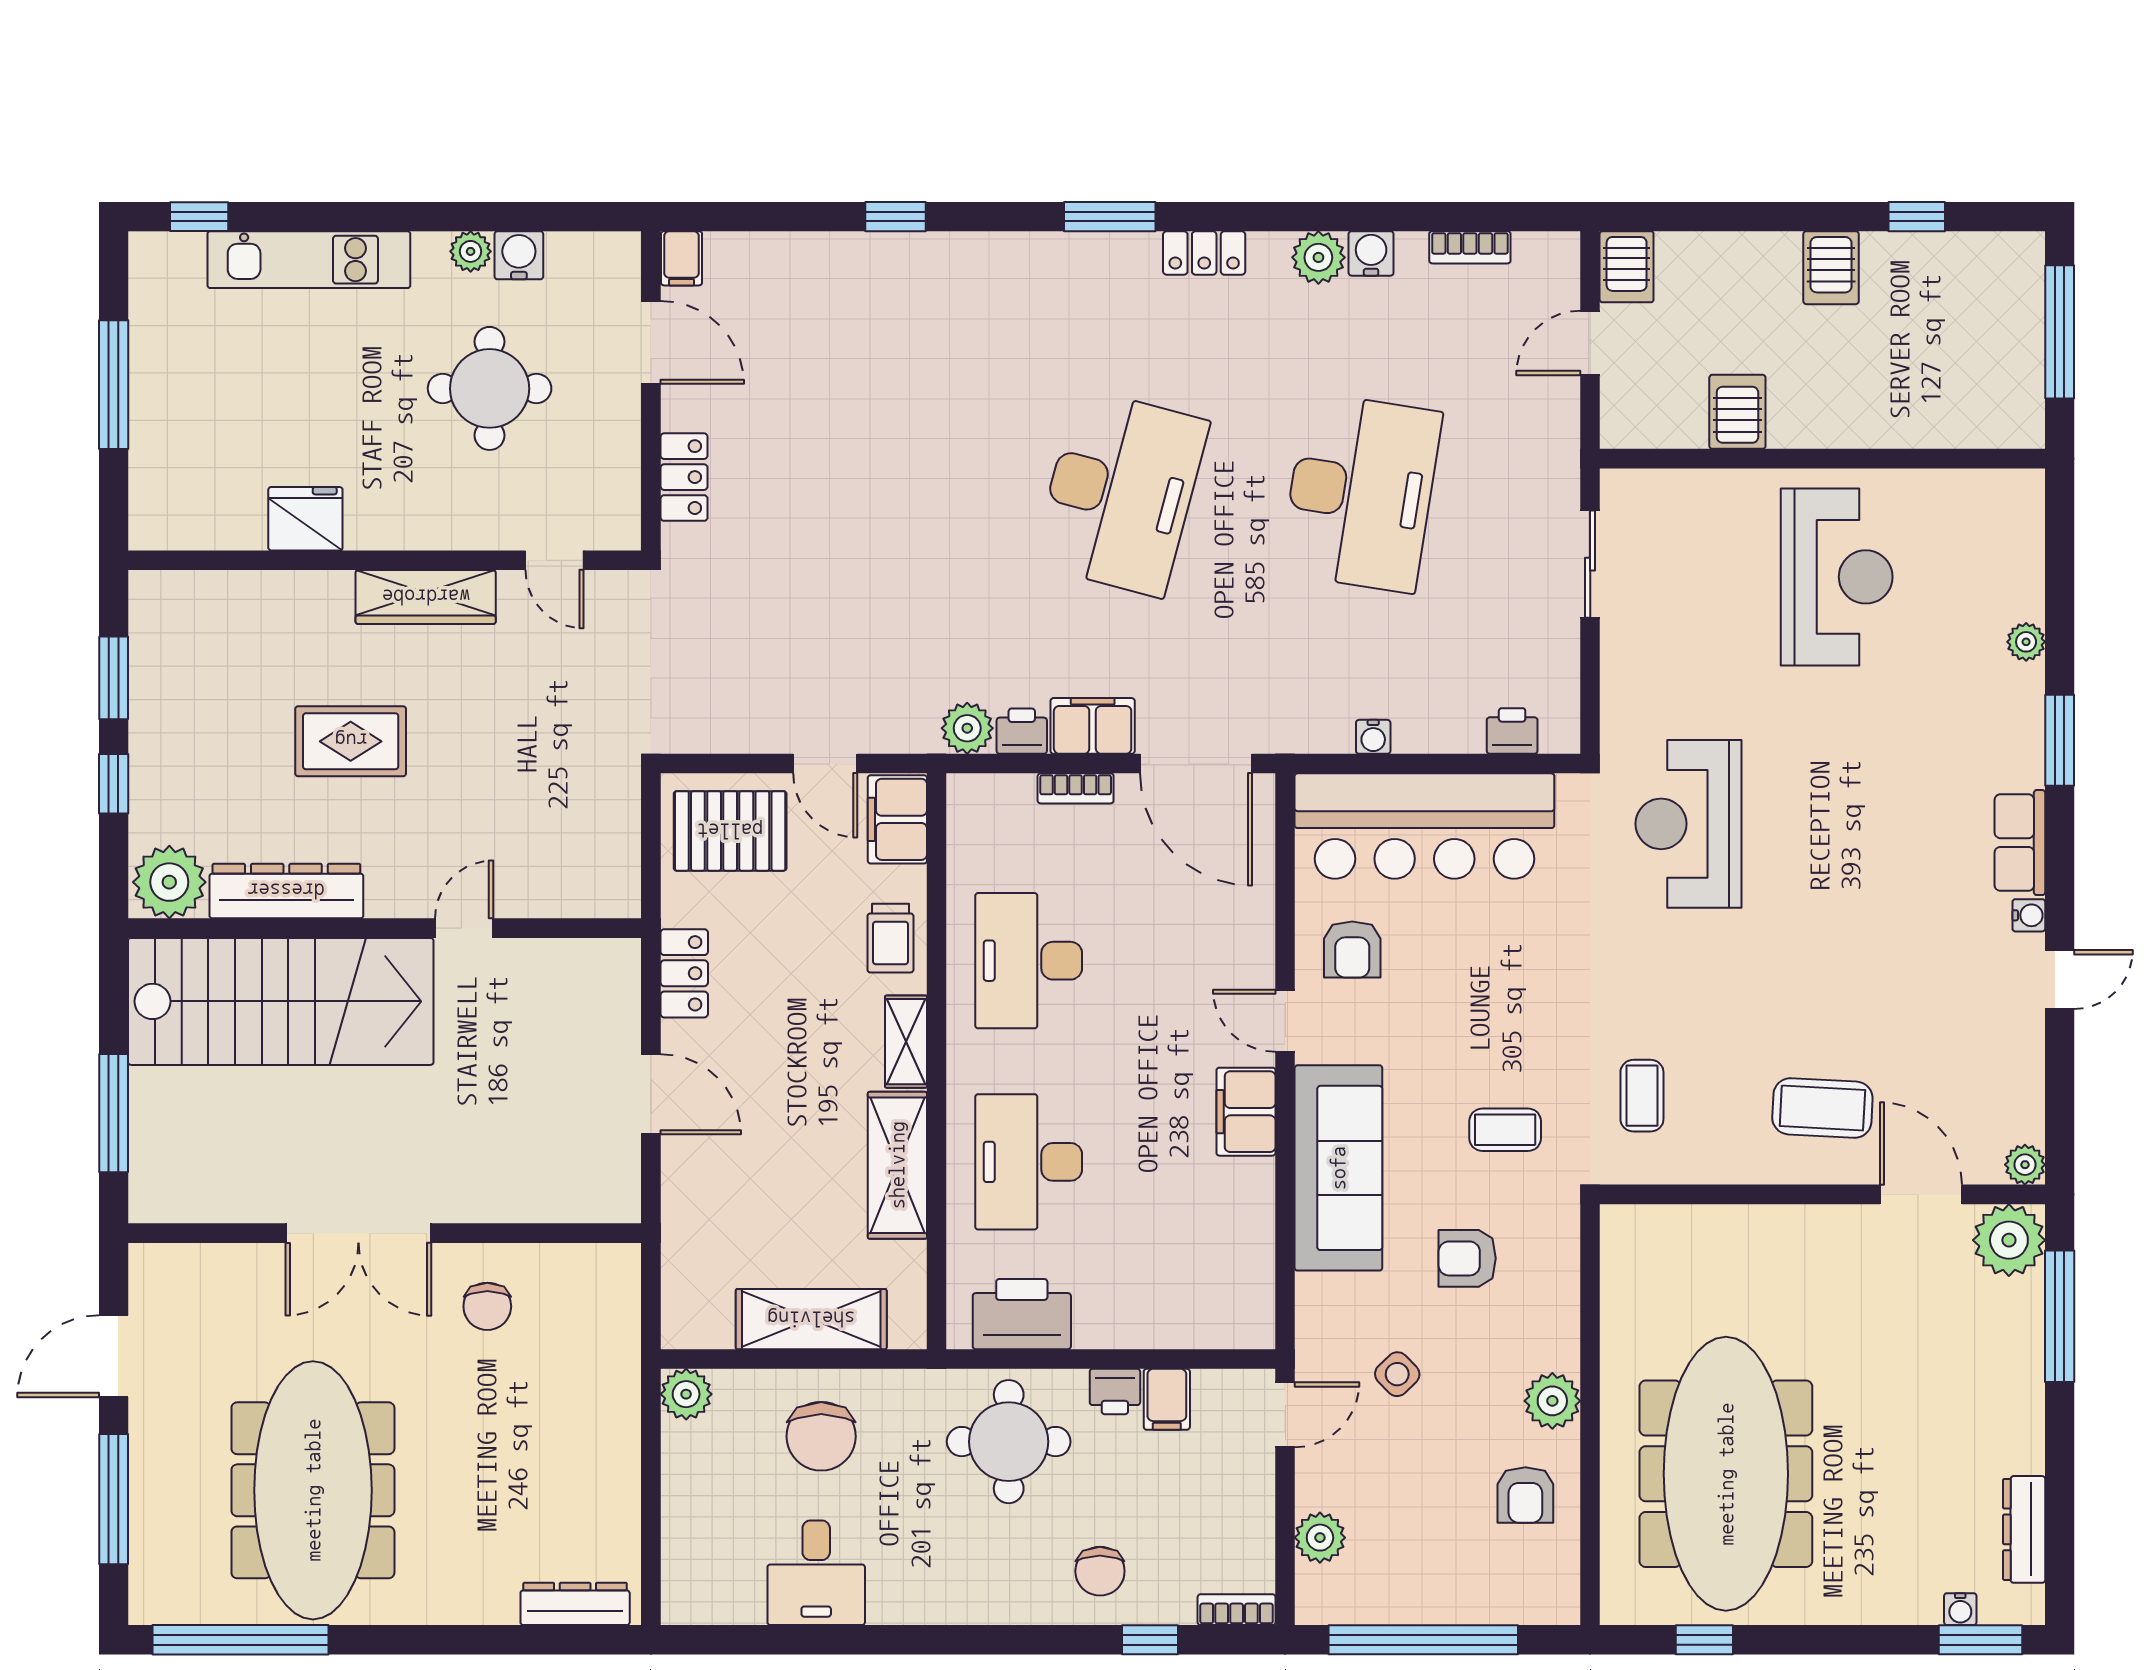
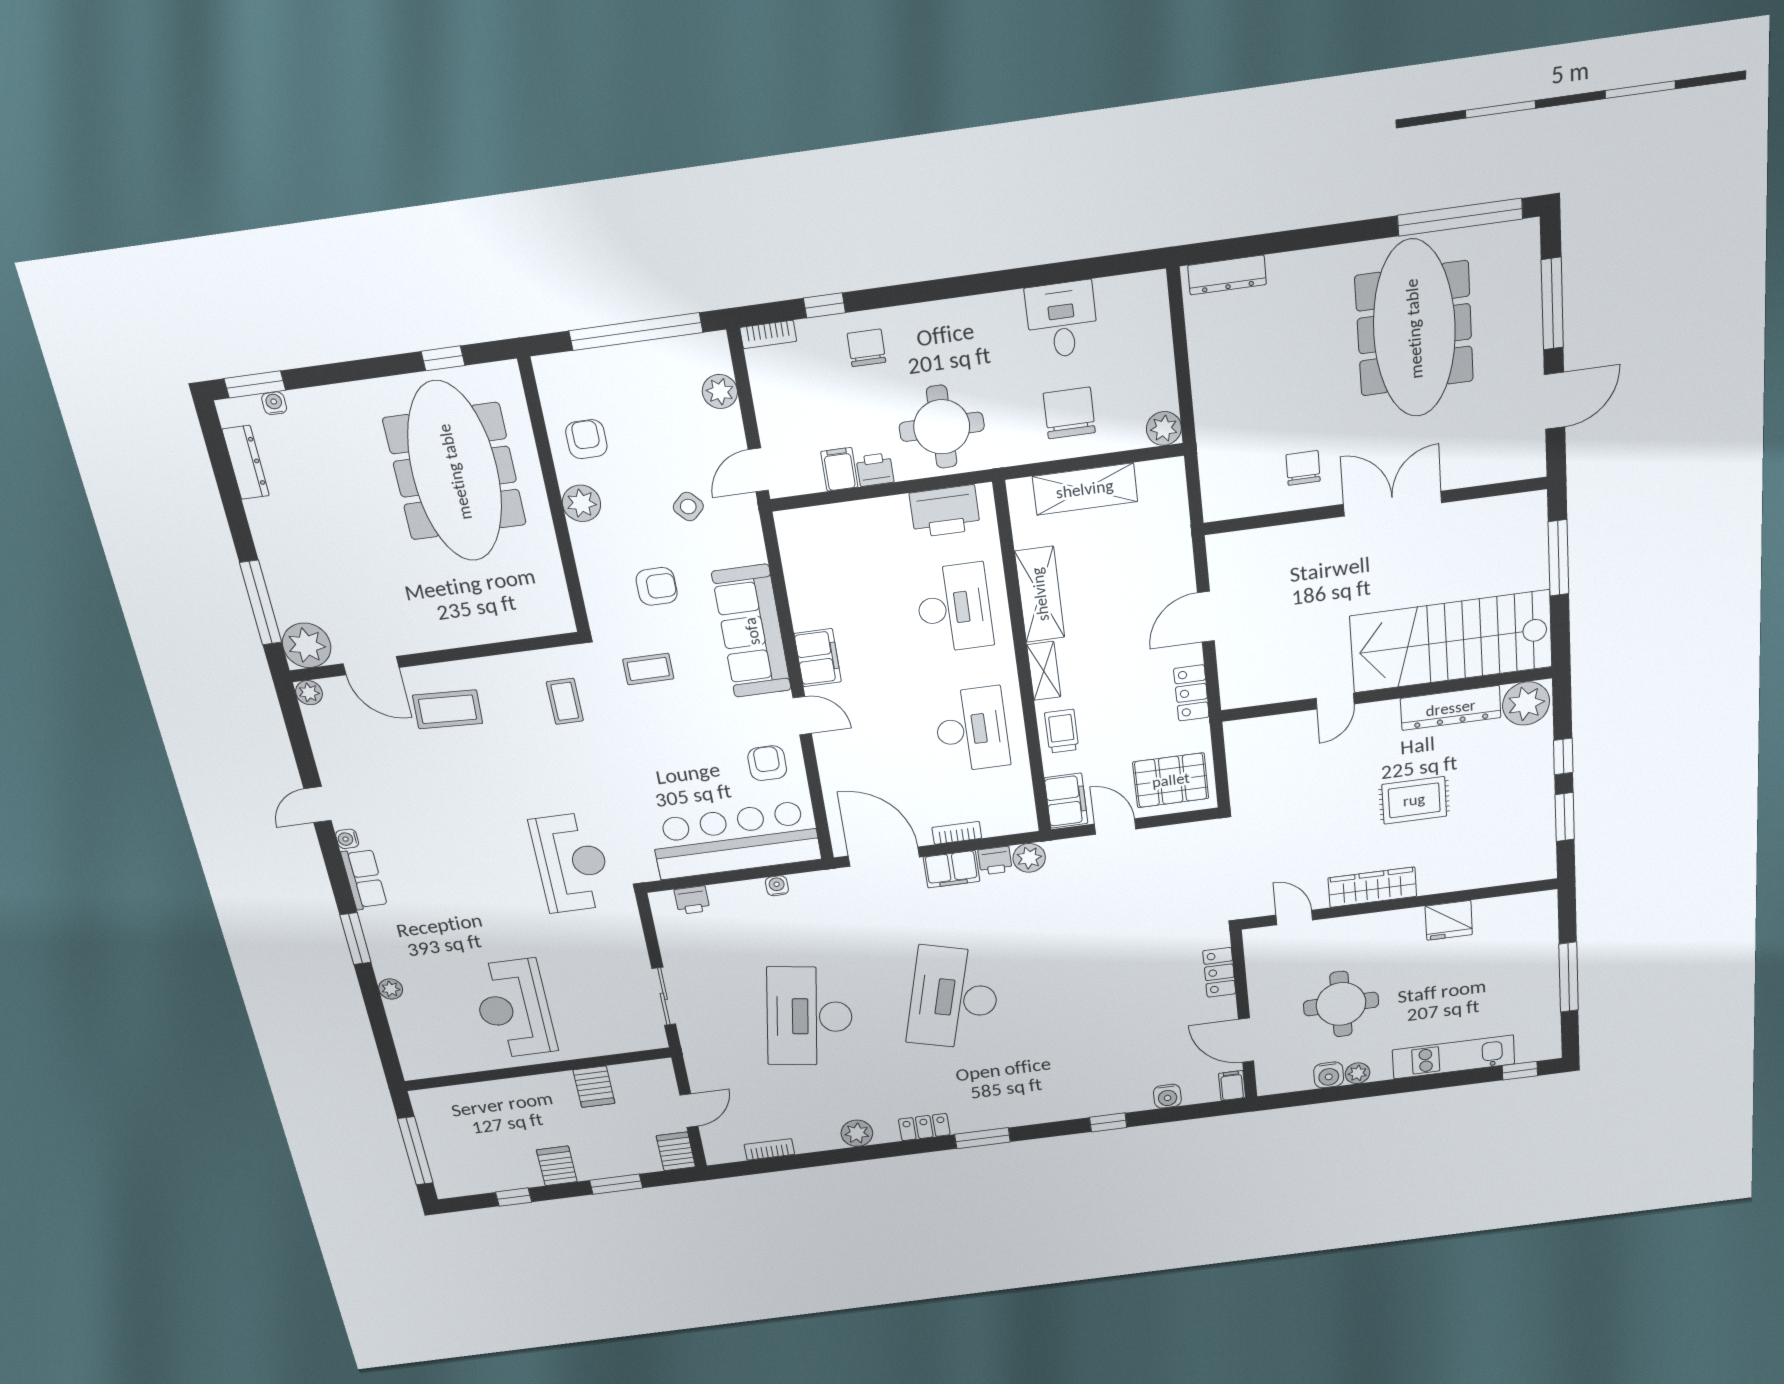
window: (1739, 217) -> (616, 1184), added
water cooler: (1371, 253) -> (1167, 1096), moved
door: (651, 1094) -> (1206, 617), hinge flipped

